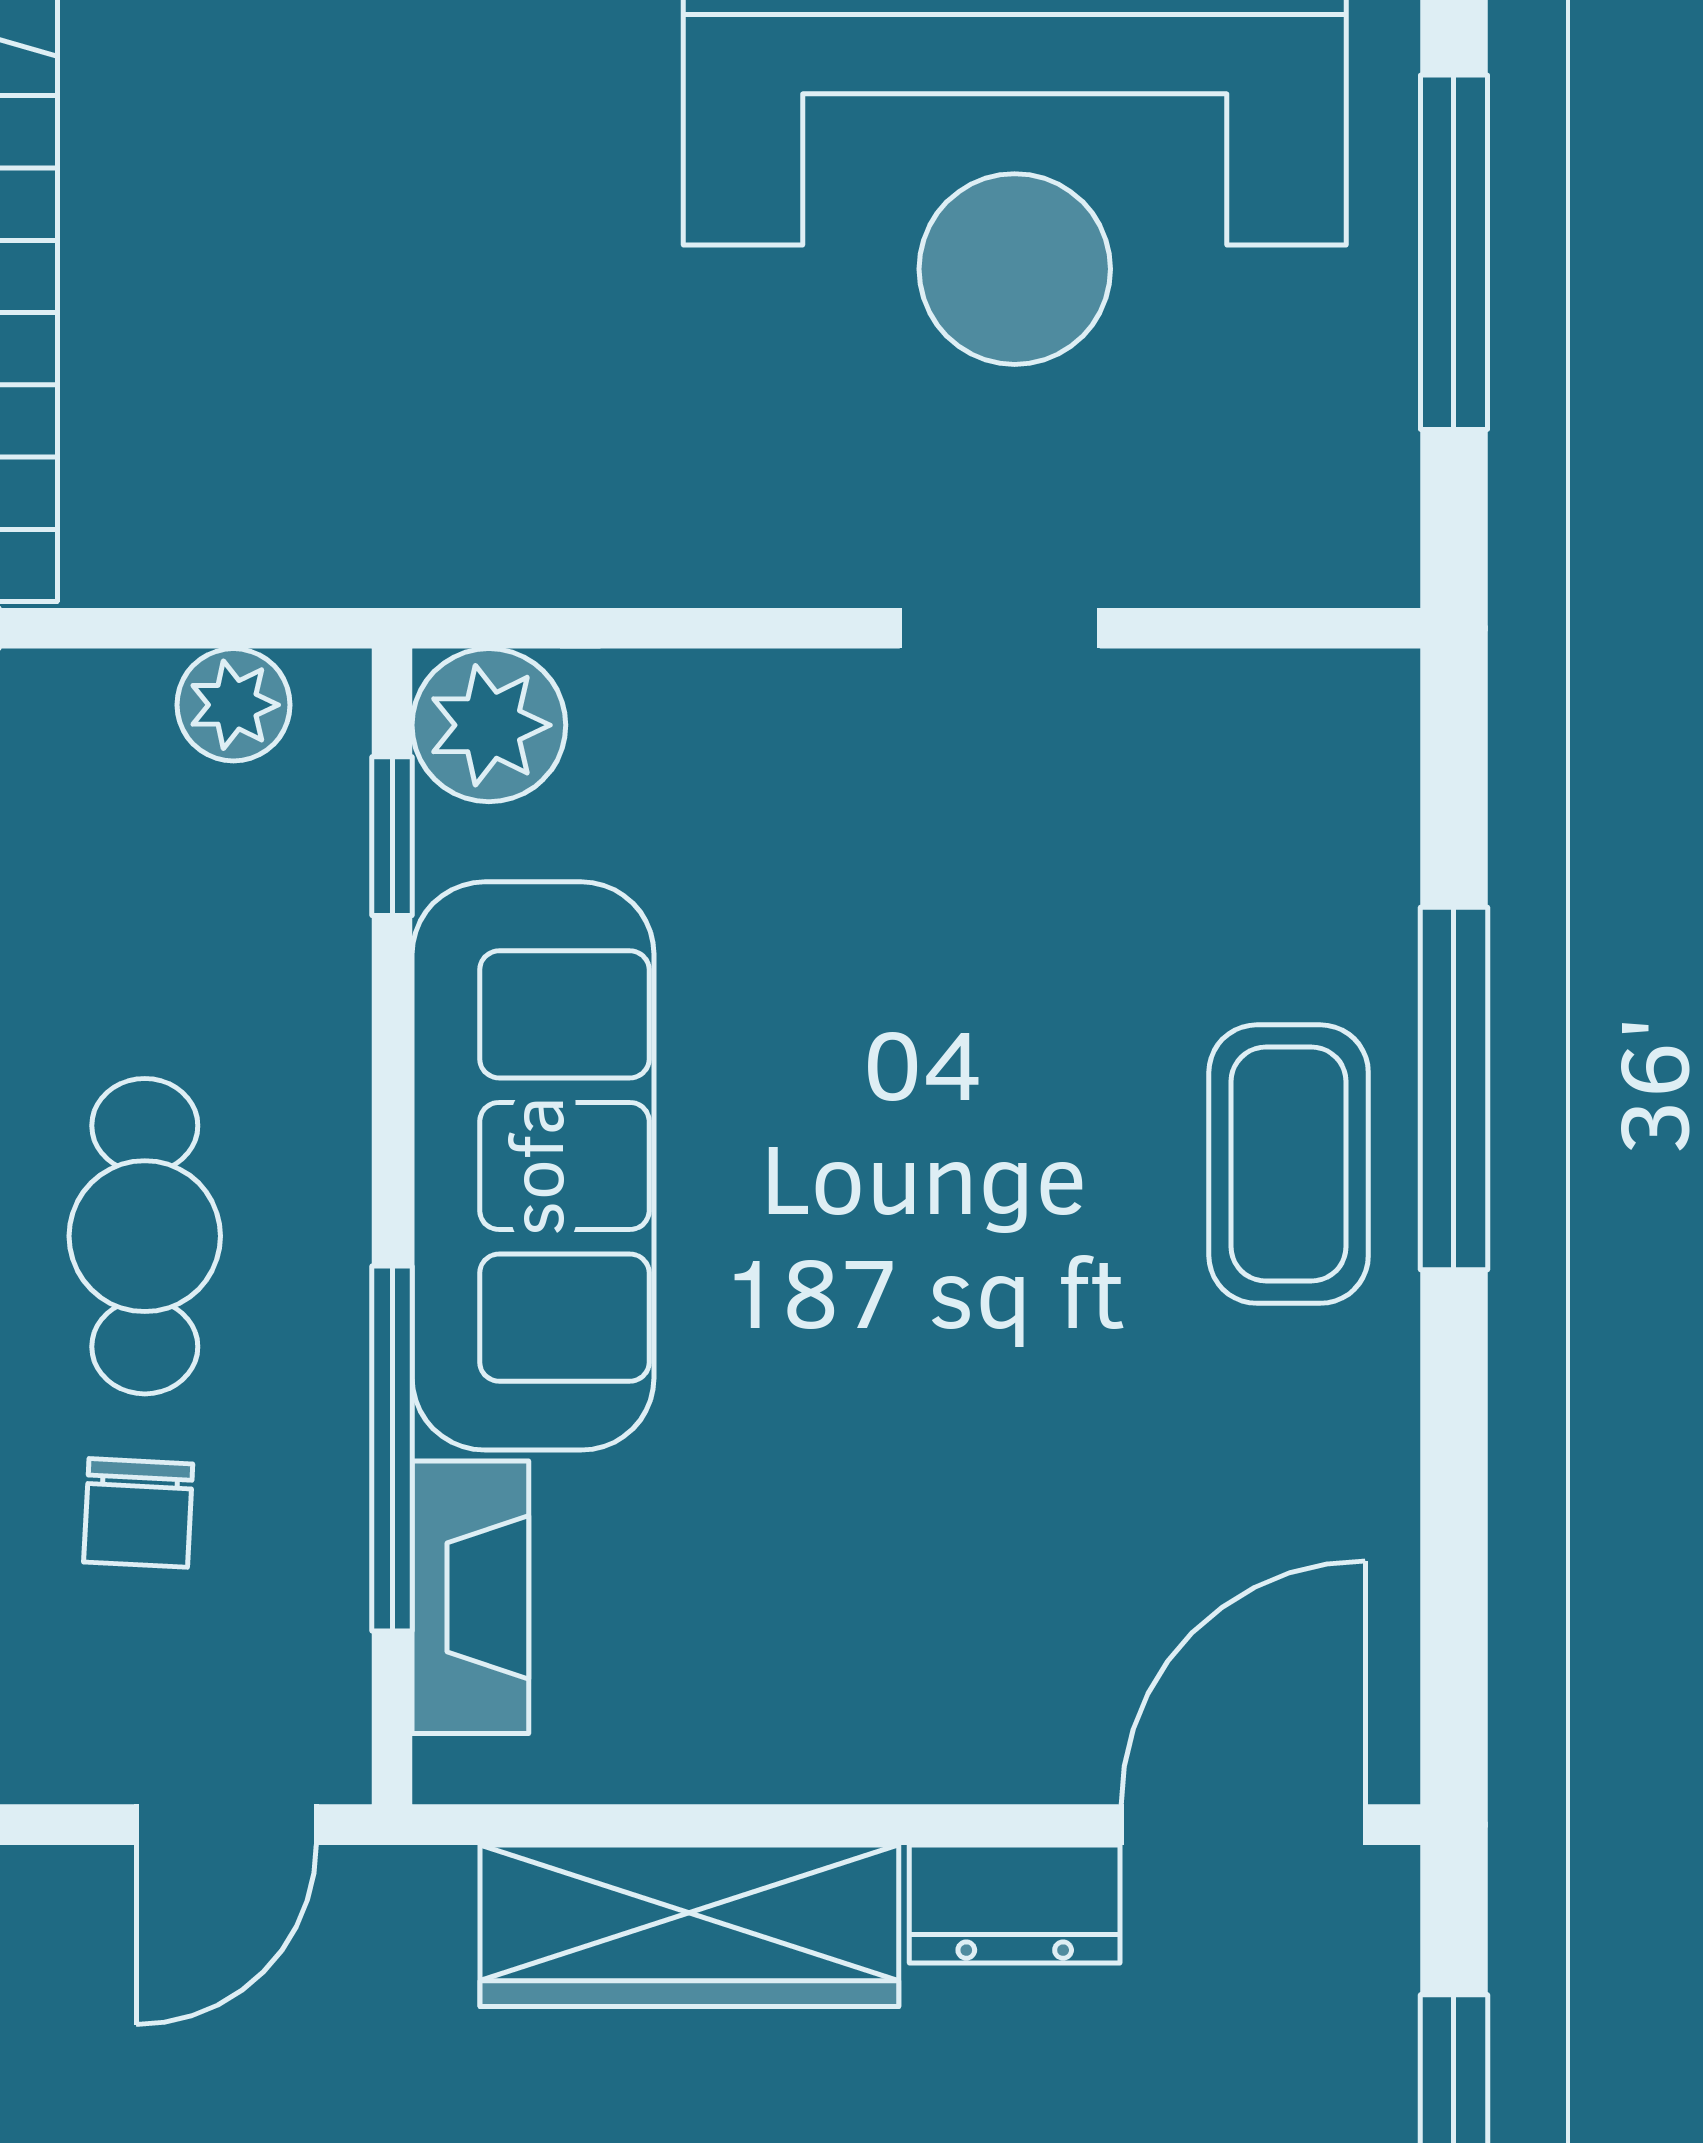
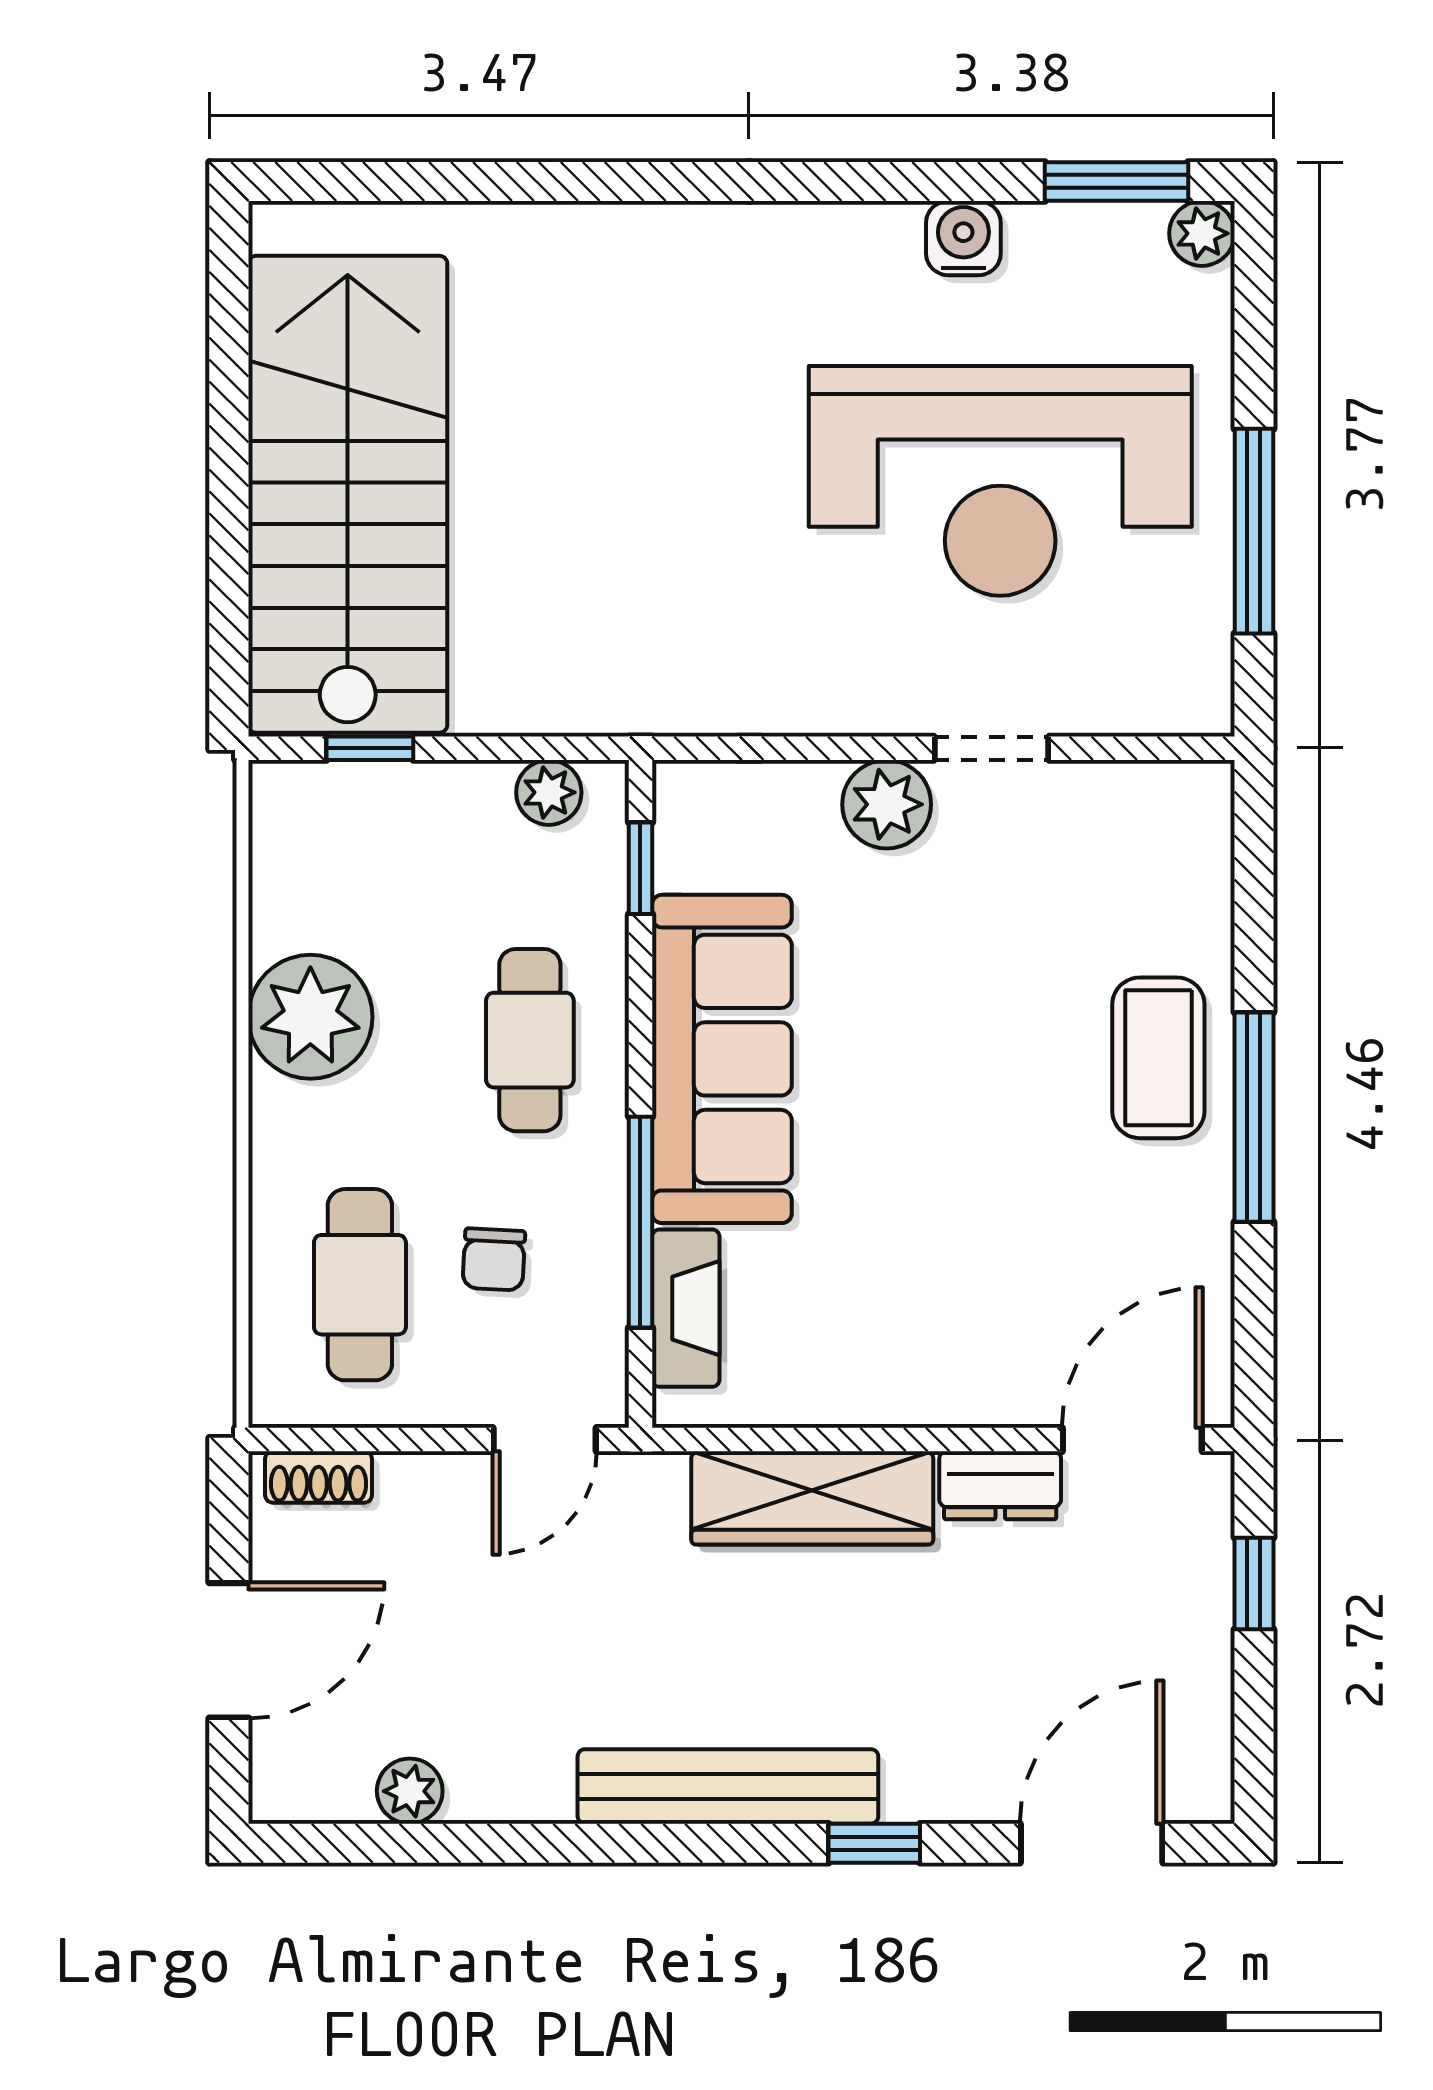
plant: (489, 725) -> (887, 804), moved
window: (1454, 1088) -> (1254, 1117), moved
cafe table: (145, 1236) -> (530, 1040), moved

